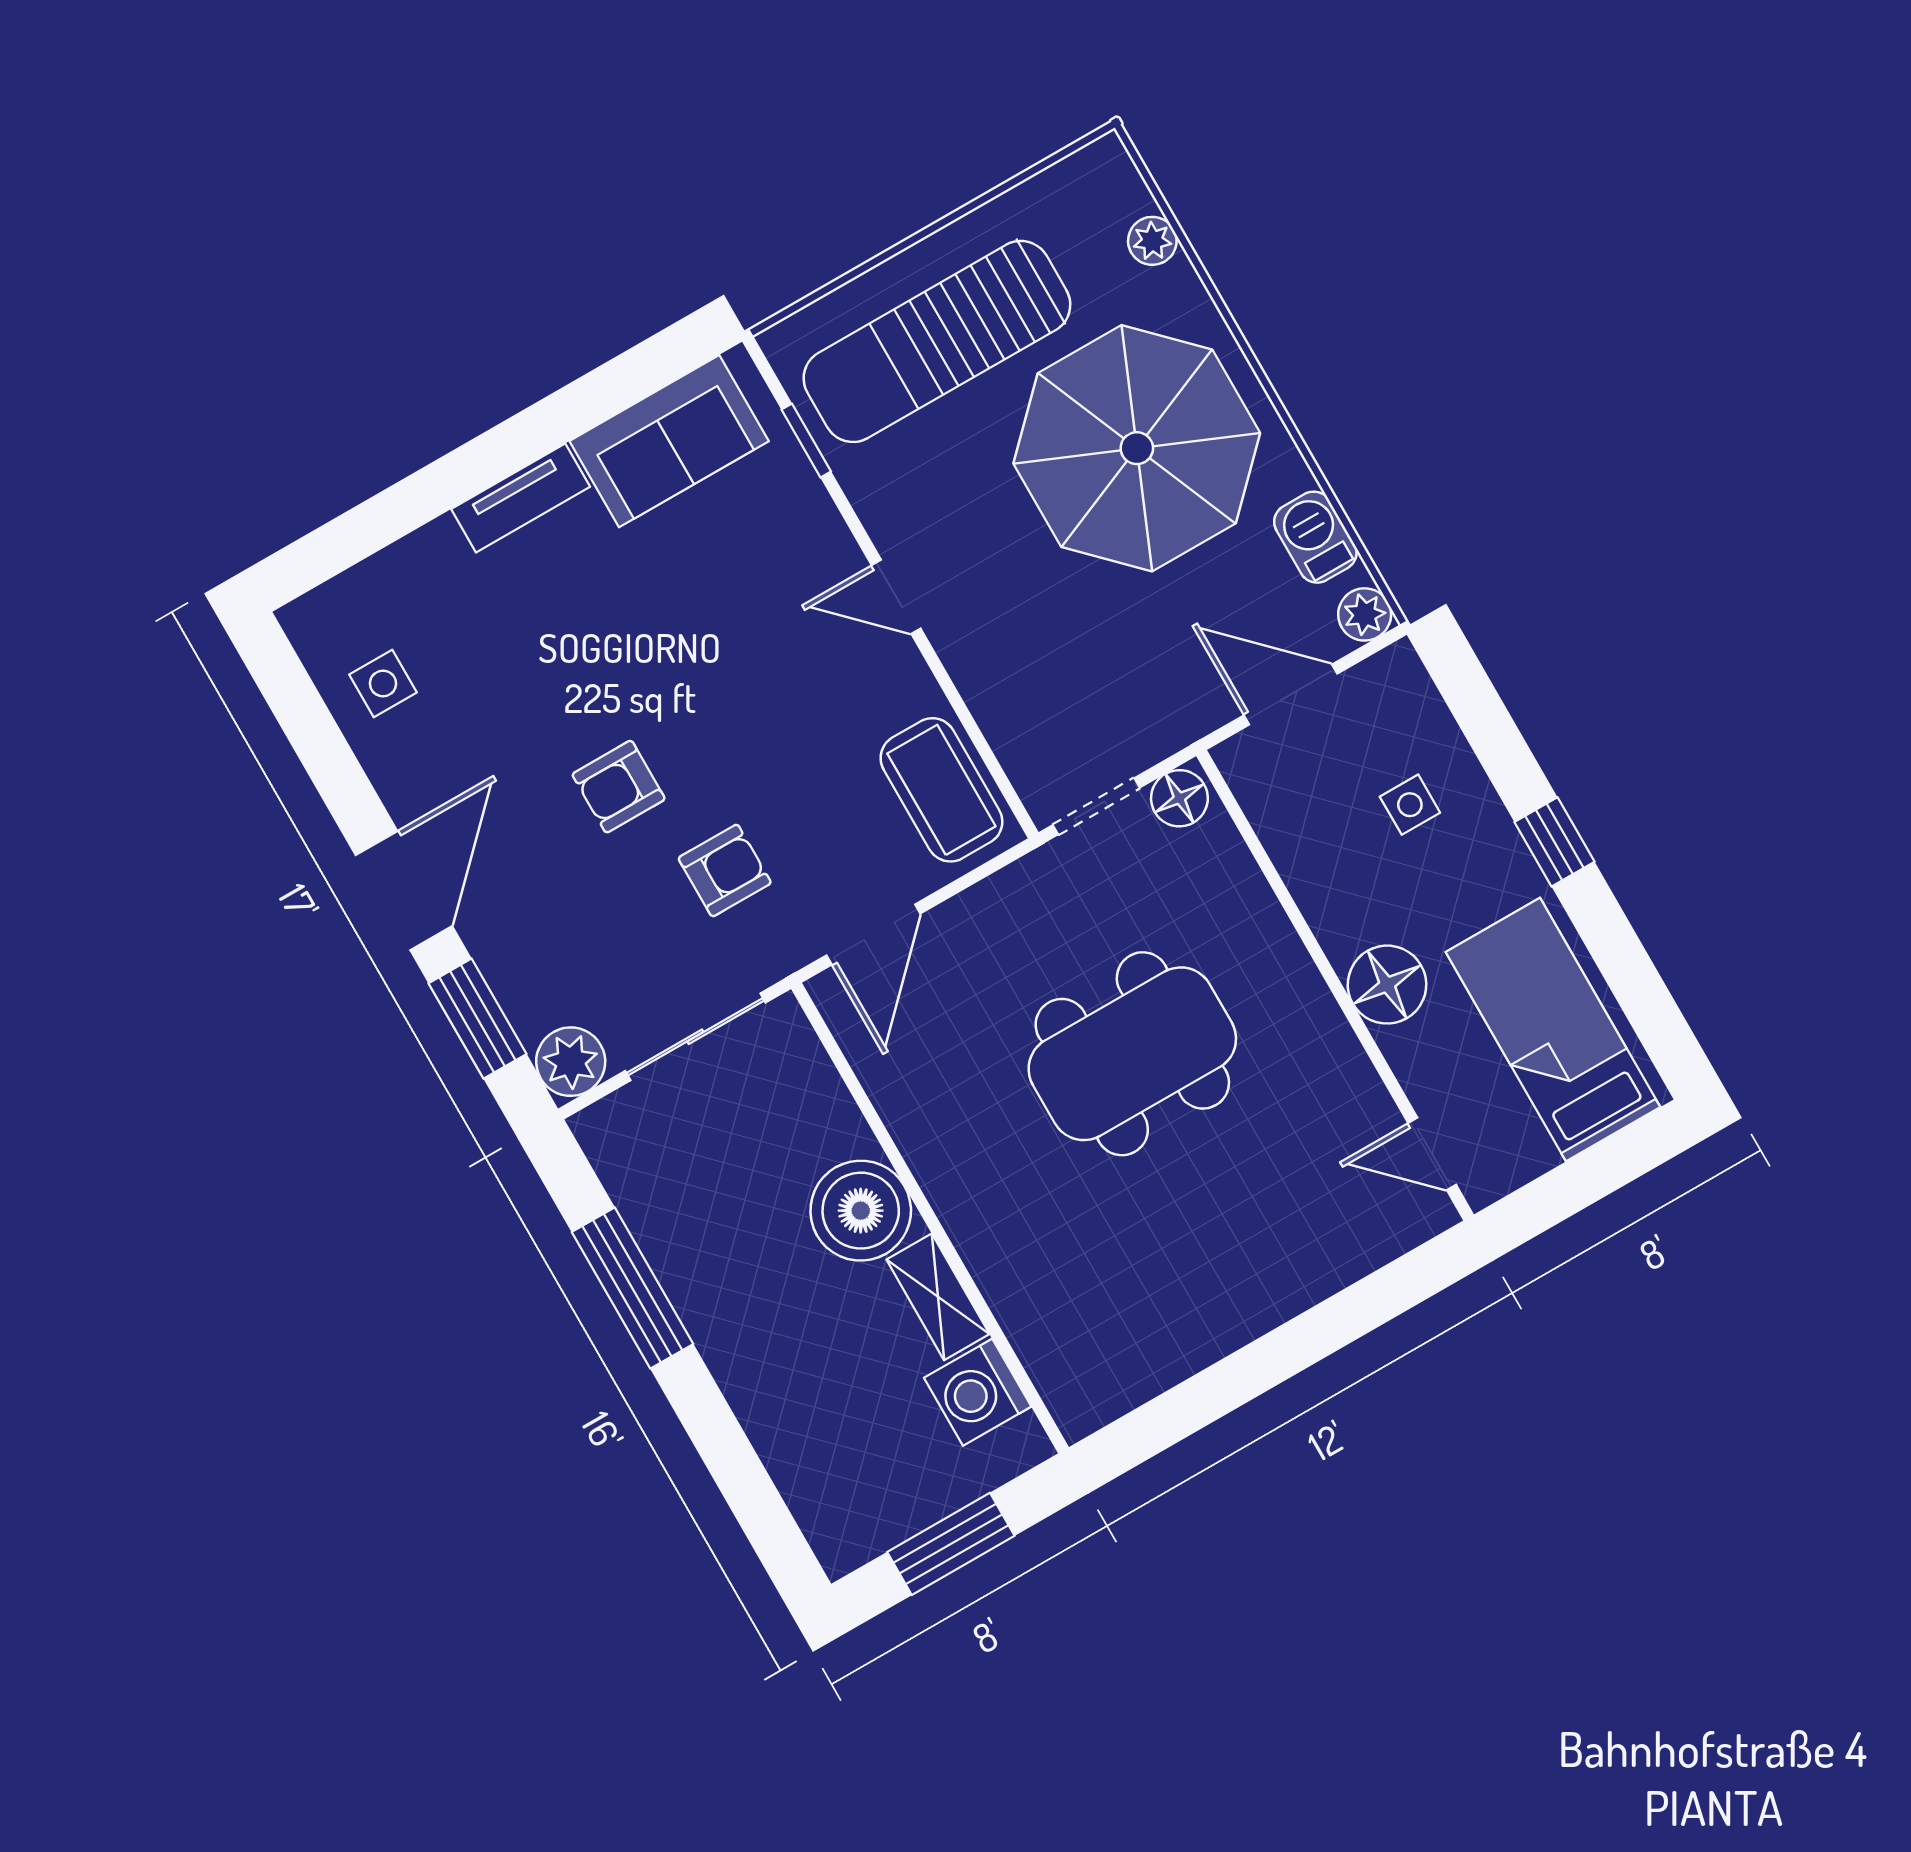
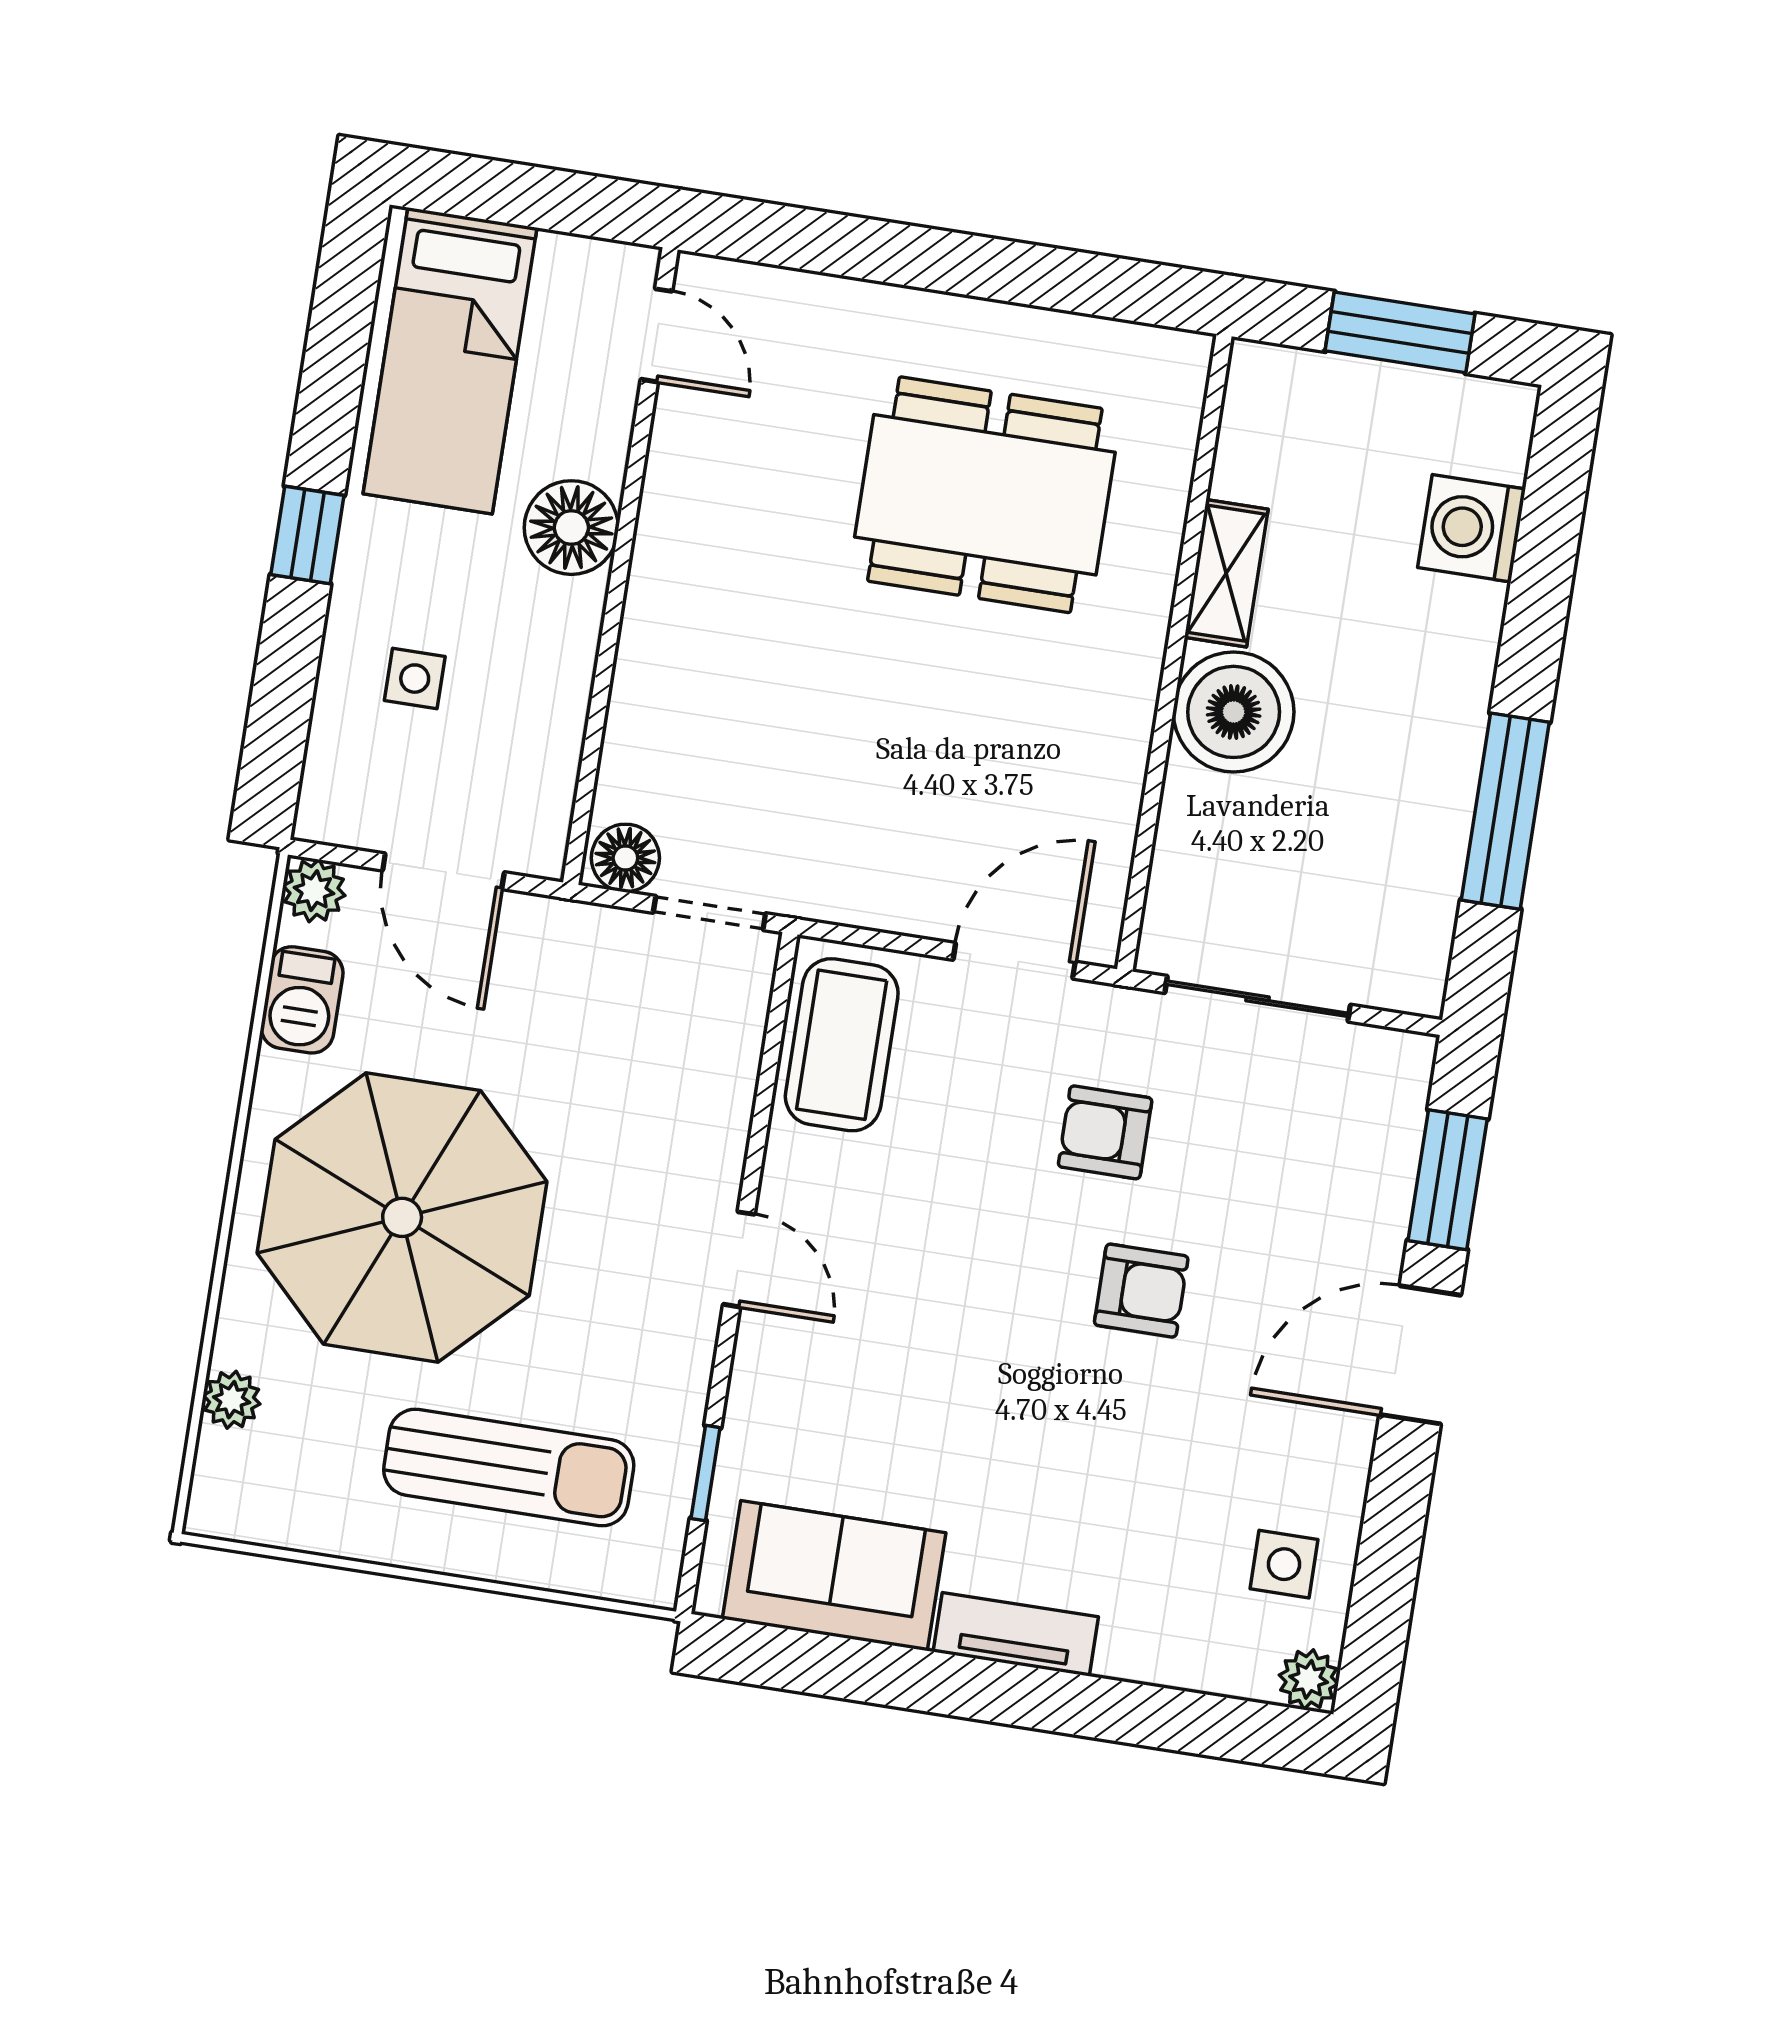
sun lounger: (937, 341) -> (509, 1468), width x0.73, depth x0.75
dining table: (1132, 1054) -> (985, 495), moved
plant: (571, 1062) -> (1309, 1679), moved, width x0.73, depth x0.73
washing machine: (978, 1392) -> (1472, 528), moved, turned 180

